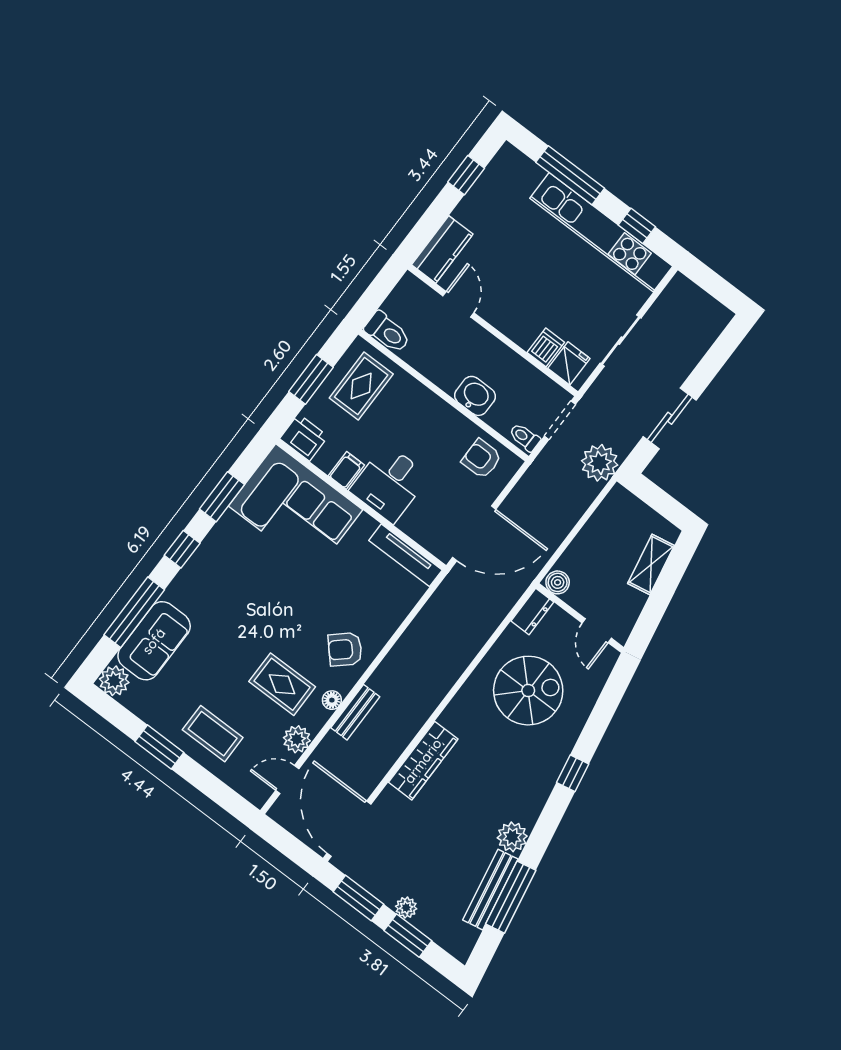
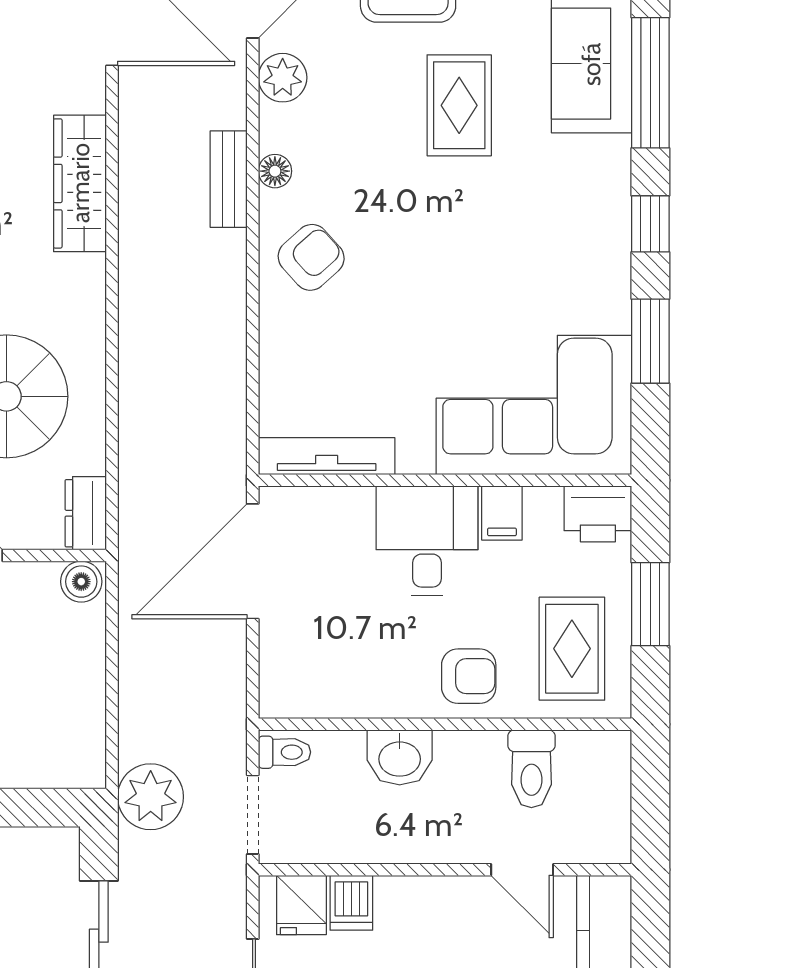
toilet: (387, 332) -> (531, 769), moved, turned -90
armchair: (481, 459) -> (469, 676), moved
rug: (282, 684) -> (459, 105), moved, turned 90

